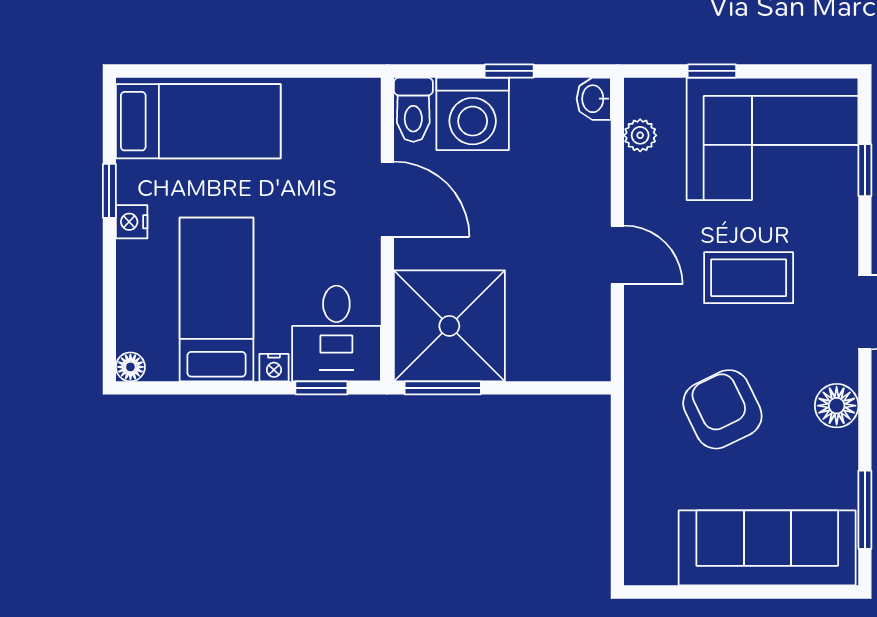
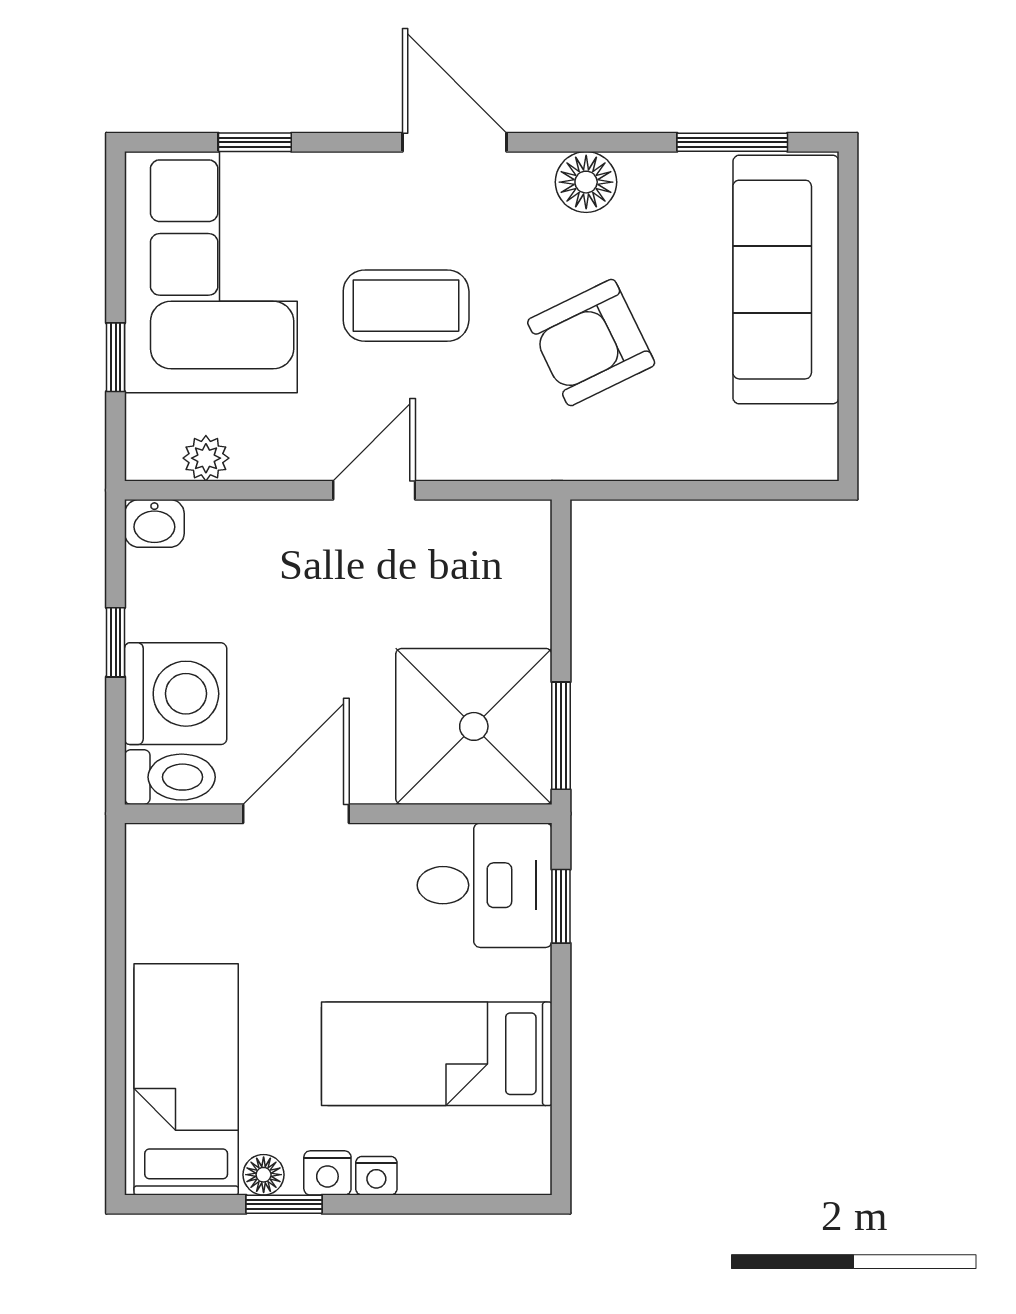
coffee table: (749, 278) -> (406, 306), turned 90
floor lamp: (130, 367) -> (264, 1175), moved
nightstand: (274, 368) -> (376, 1176), moved, turned 90

